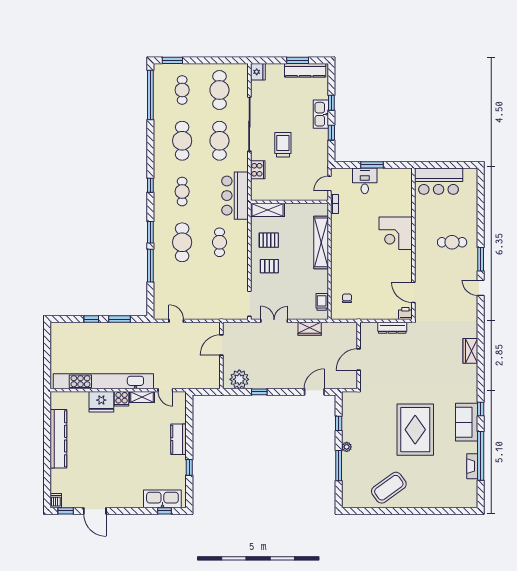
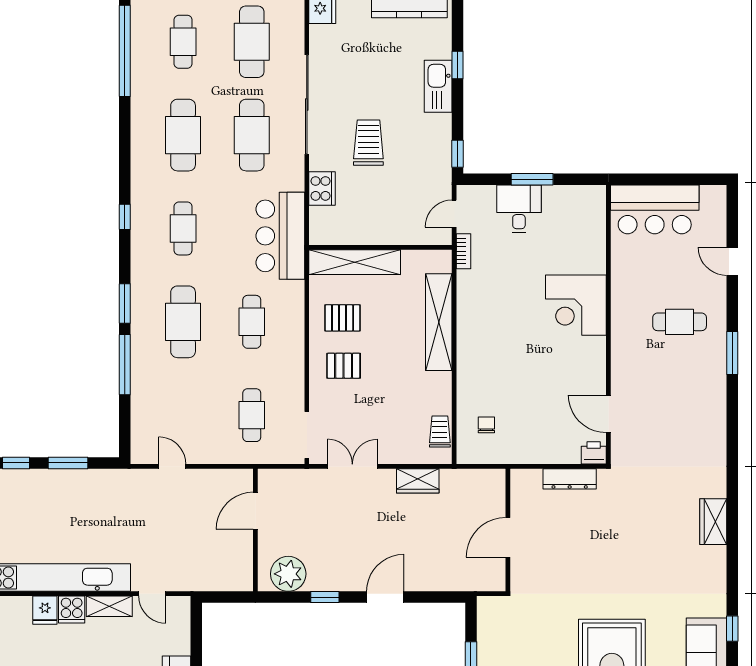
window: (331, 133) -> (458, 154), moved
shelving: (268, 210) -> (355, 262), width x1.47
door: (481, 288) -> (732, 261), moved
cafe table: (219, 293) -> (252, 415), added
door: (314, 392) -> (385, 597), moved
fridge: (101, 402) -> (45, 610), width x0.53, depth x0.75

